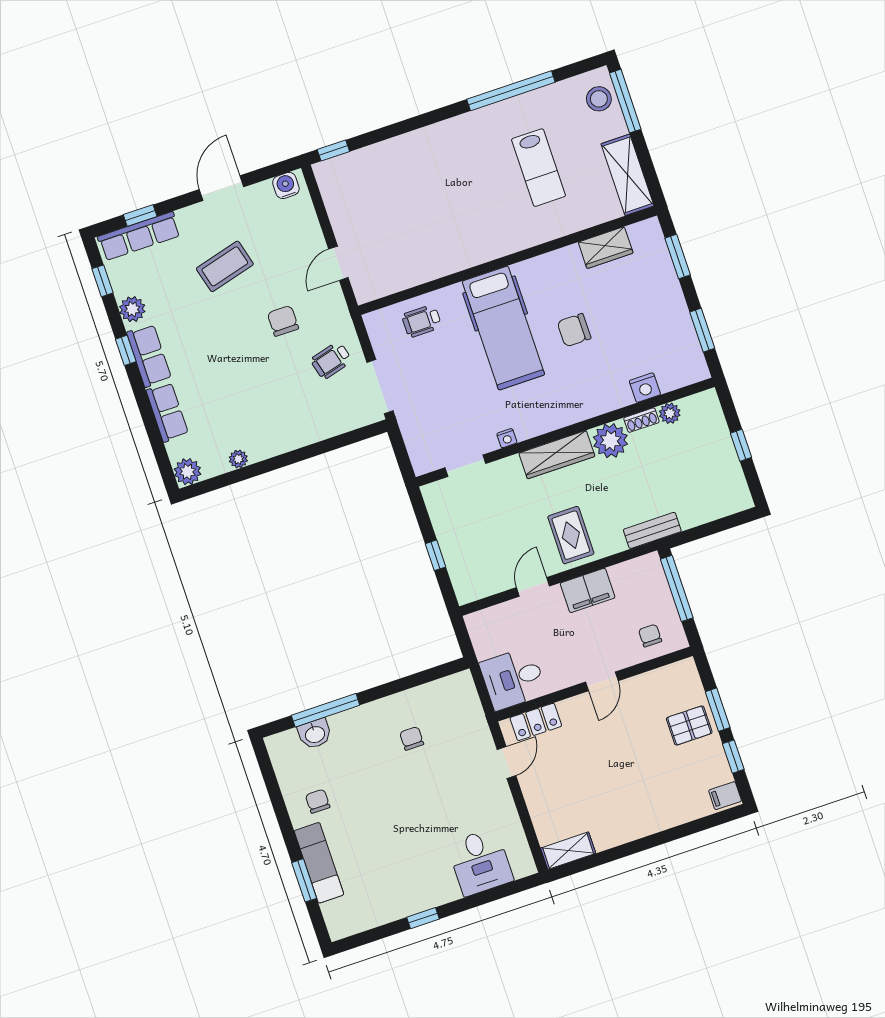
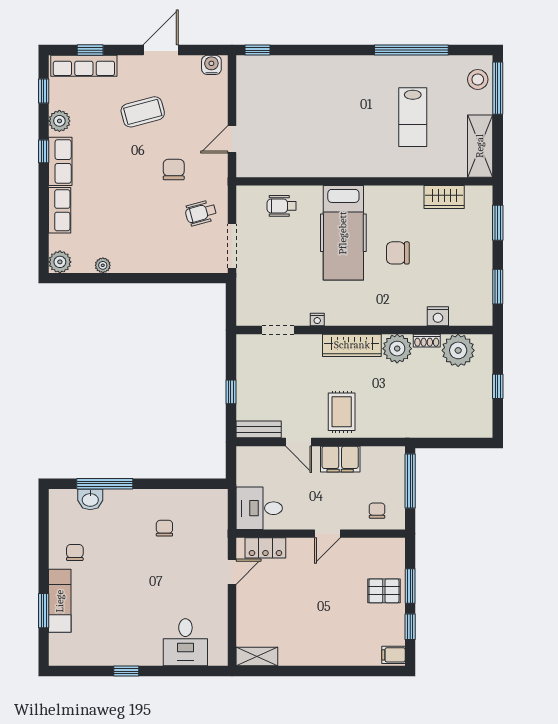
plant: (670, 413) -> (458, 350), width x1.88, depth x1.88
bench: (652, 530) -> (259, 429), moved
door: (533, 587) -> (299, 442), swing flipped

